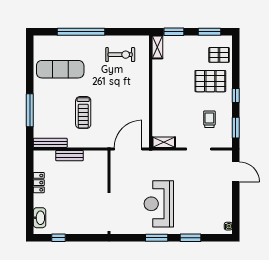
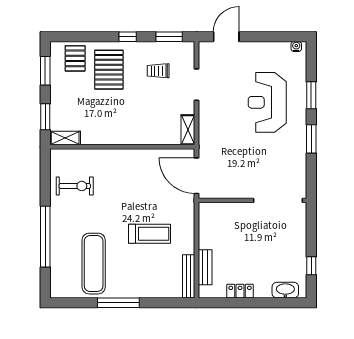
exercise bike: (120, 55) -> (75, 186), turned 90
window: (30, 110) -> (118, 303), moved
bench: (70, 156) -> (205, 267), moved
reception desk: (159, 204) -> (267, 102), moved, turned 90

